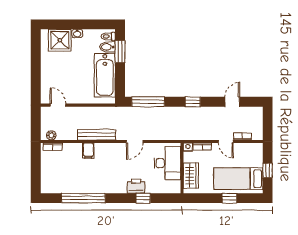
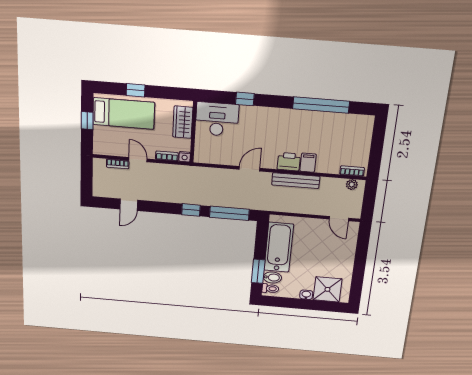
window: (193, 102) -> (191, 210), moved
desk: (167, 163) -> (217, 119), moved, turned 90
printer: (136, 186) -> (289, 162), moved, turned 180

